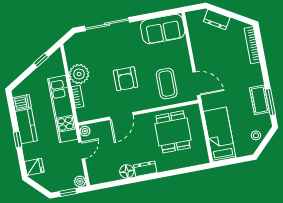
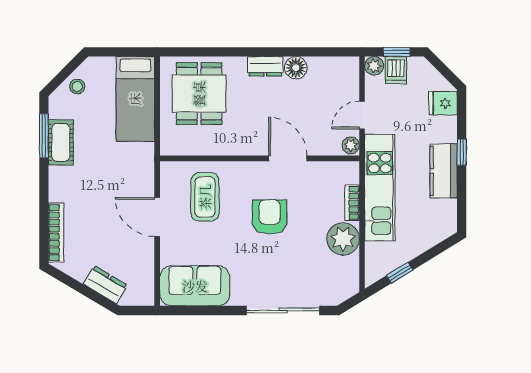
door: (196, 84) -> (157, 217), moved
dishwasher: (22, 102) -> (396, 70), moved, turned -90
door: (121, 116) -> (288, 158), hinge flipped
dining table: (173, 132) -> (199, 94), moved

